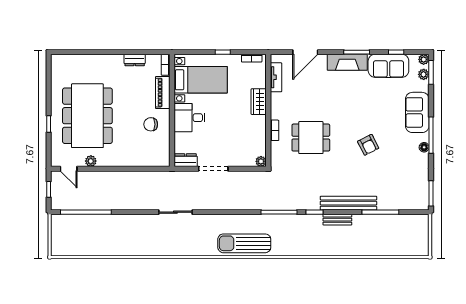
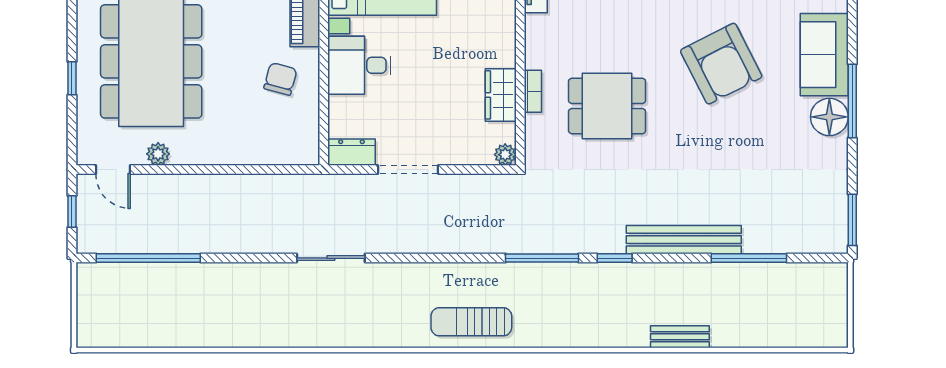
wardrobe: (259, 102) -> (501, 95), moved
chair: (151, 124) -> (280, 79), turned 105
armchair: (368, 145) -> (721, 64), moved, width x1.88, depth x1.88
floor lamp: (424, 147) -> (829, 117), width x1.89, depth x1.89
bench: (337, 220) -> (680, 337), moved
sun lounger: (244, 243) -> (471, 322), width x0.73, depth x0.75

